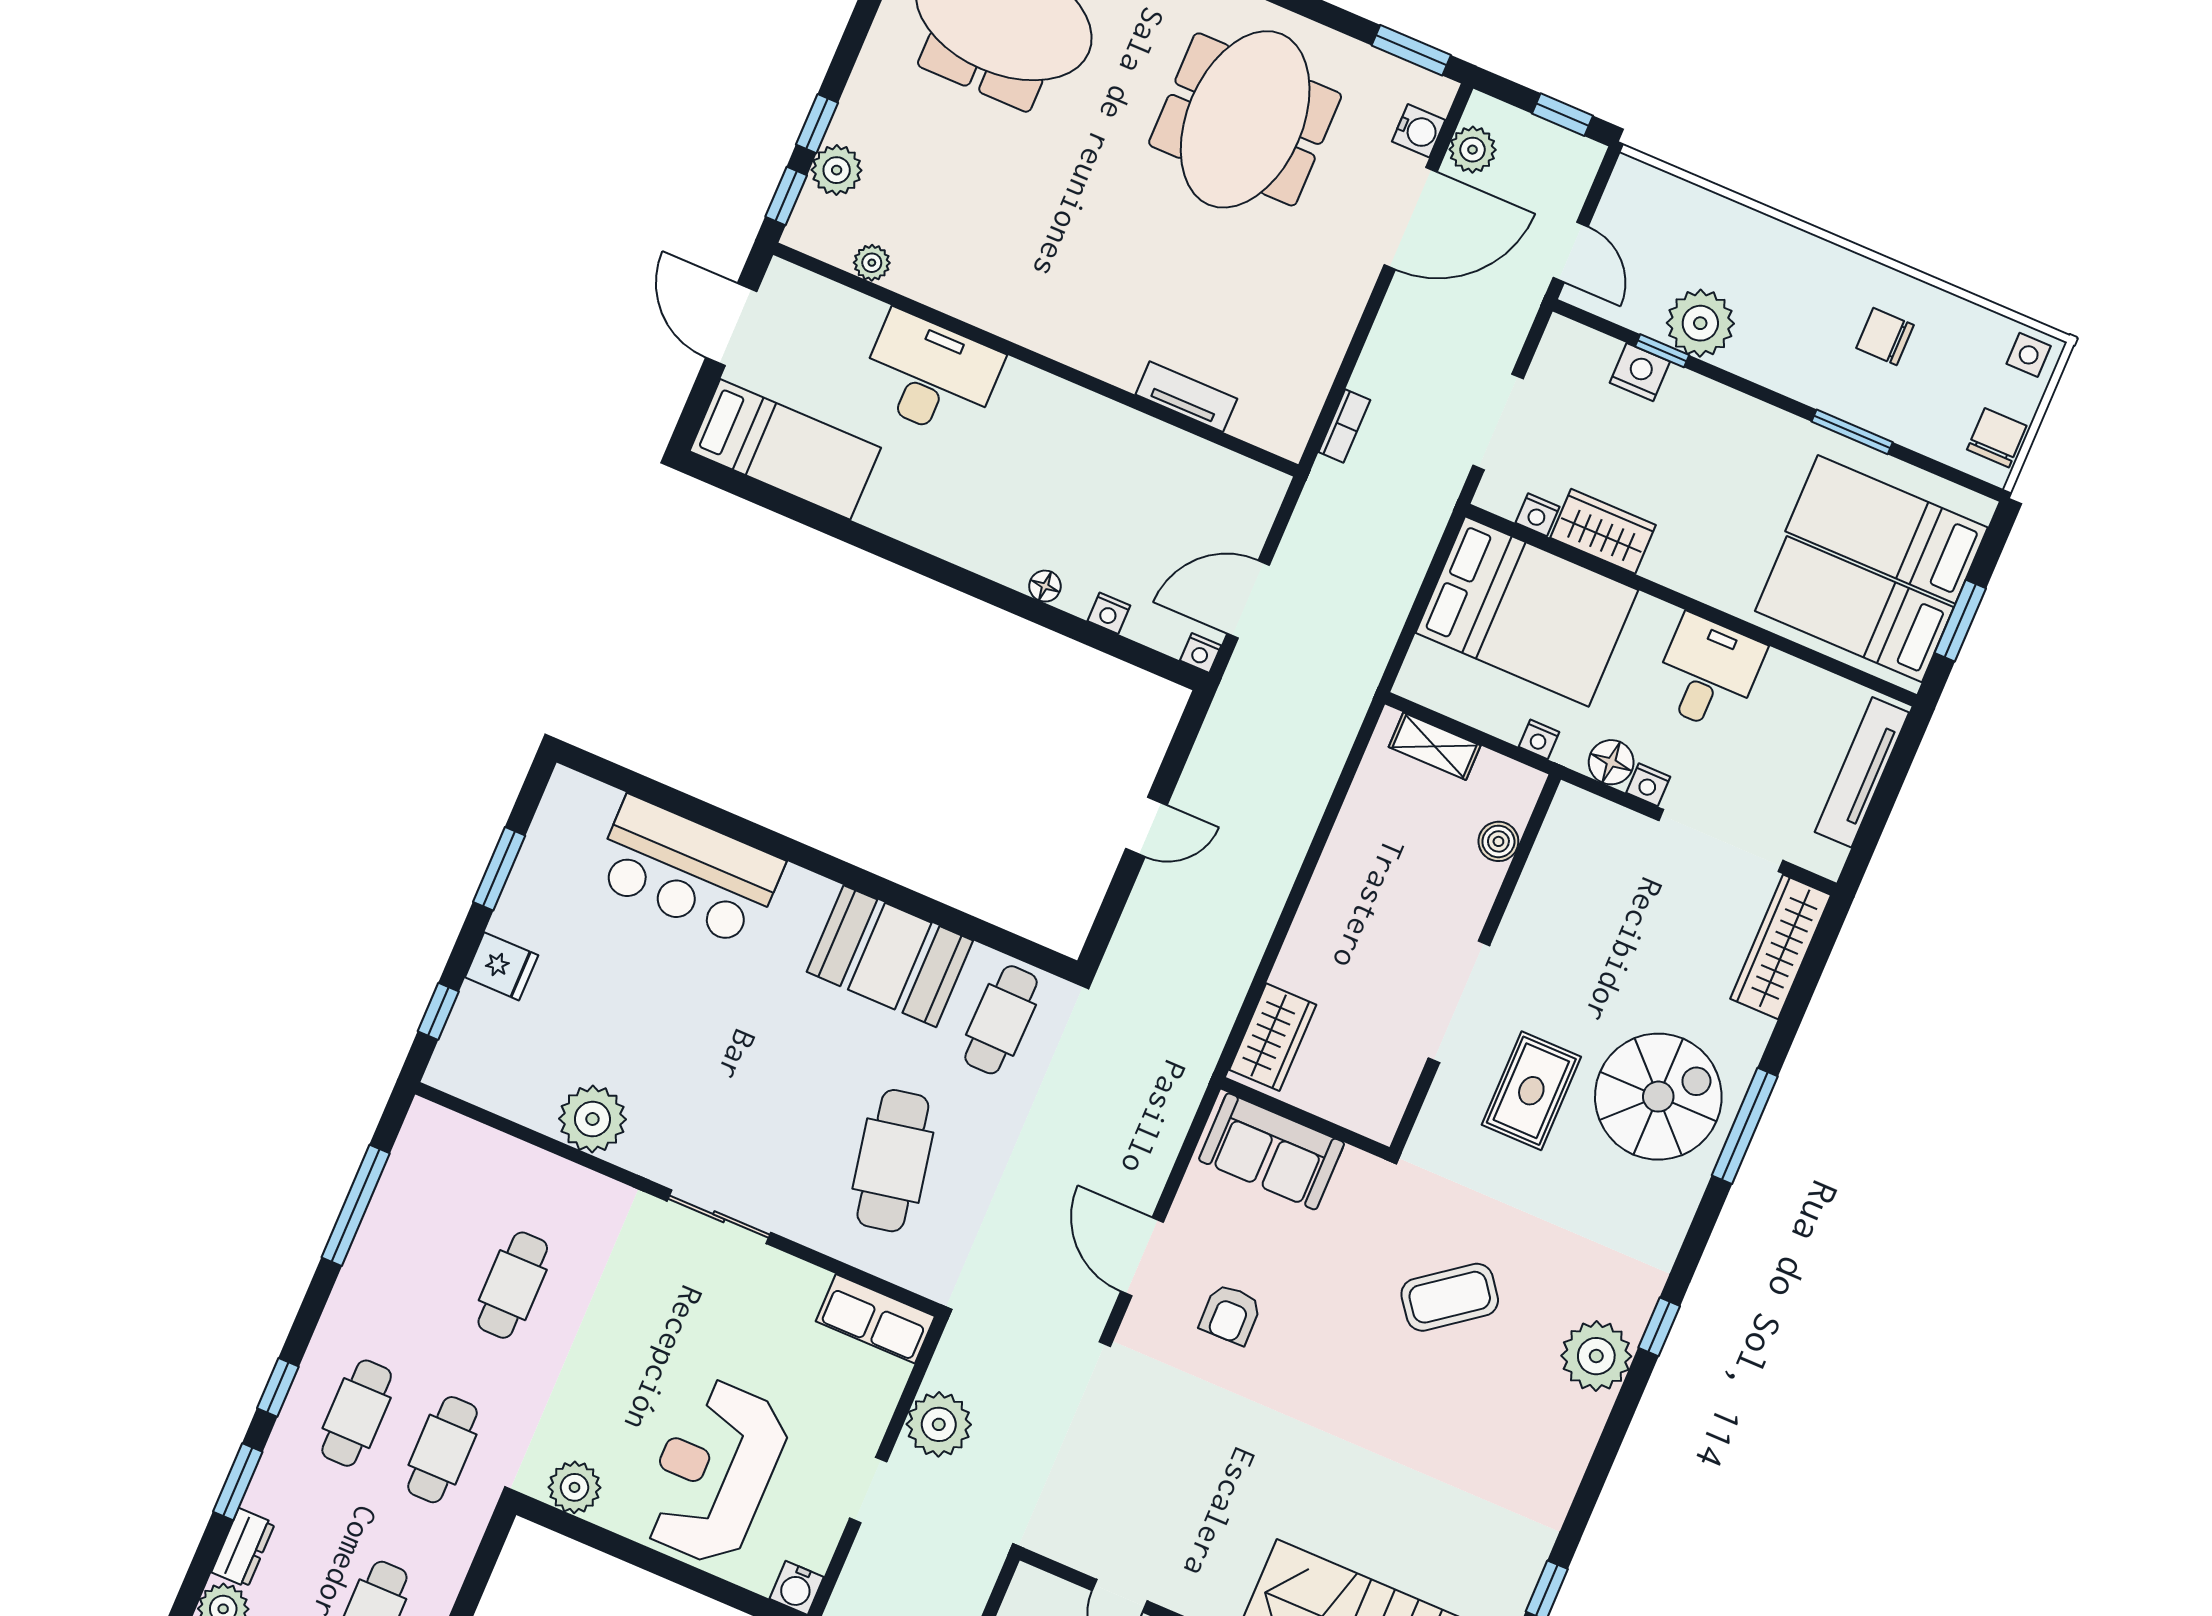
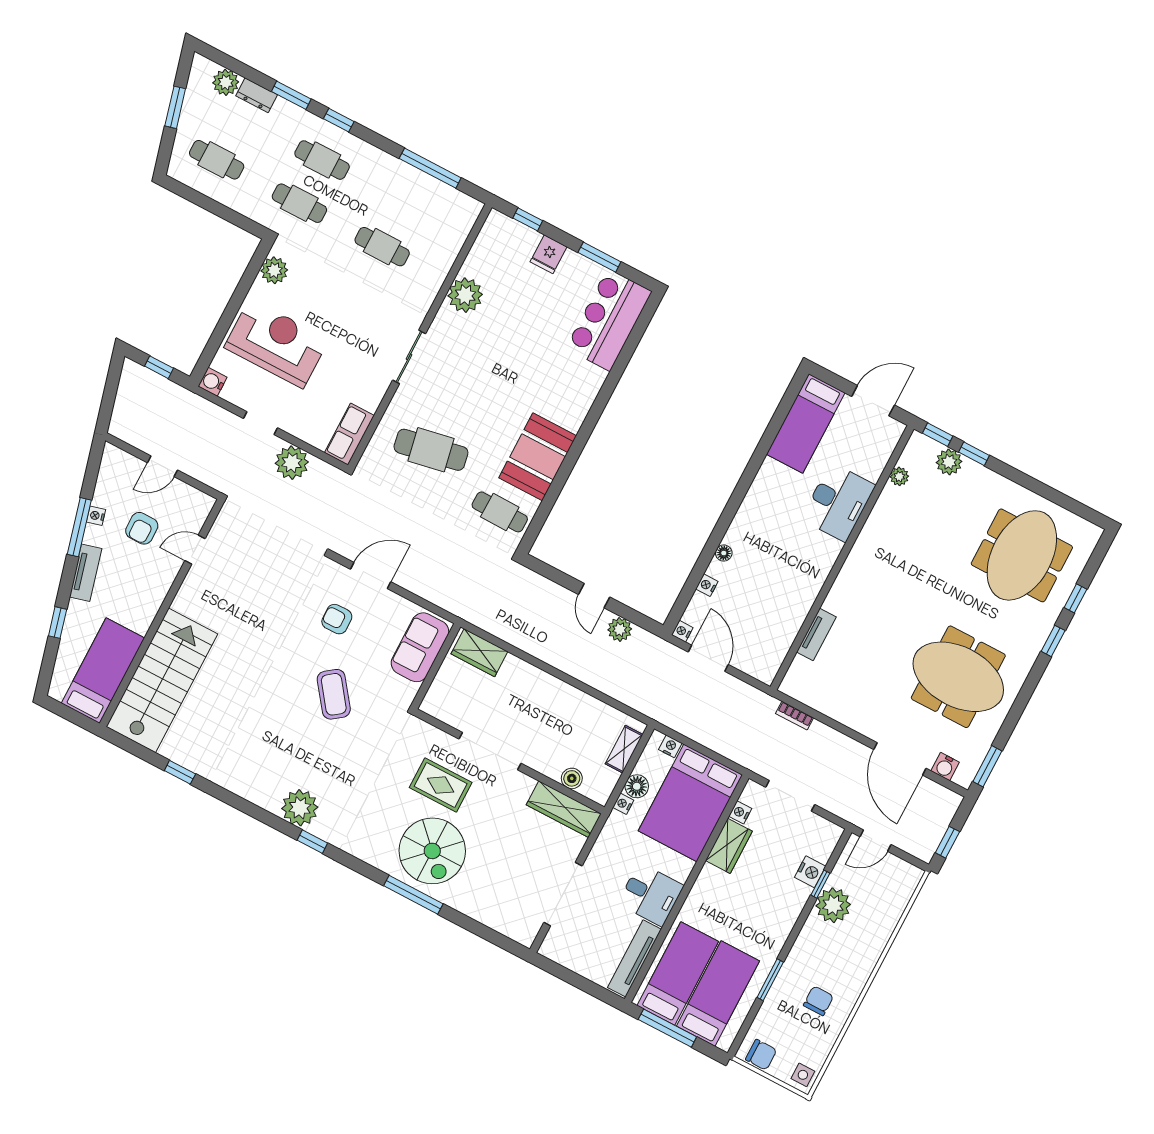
plant: (1473, 150) -> (620, 629), moved
window: (1960, 621) -> (667, 1028), width x1.44
floor lamp: (1611, 762) -> (637, 786), moved
tv unit: (1862, 772) -> (634, 958), moved, turned -90
nightstand: (1648, 785) -> (670, 746), moved, turned 90
bar counter: (688, 871) -> (609, 320), moved
wardrobe: (1781, 947) -> (564, 809), moved, turned 180
coffee table: (1450, 1297) -> (334, 694), moved

